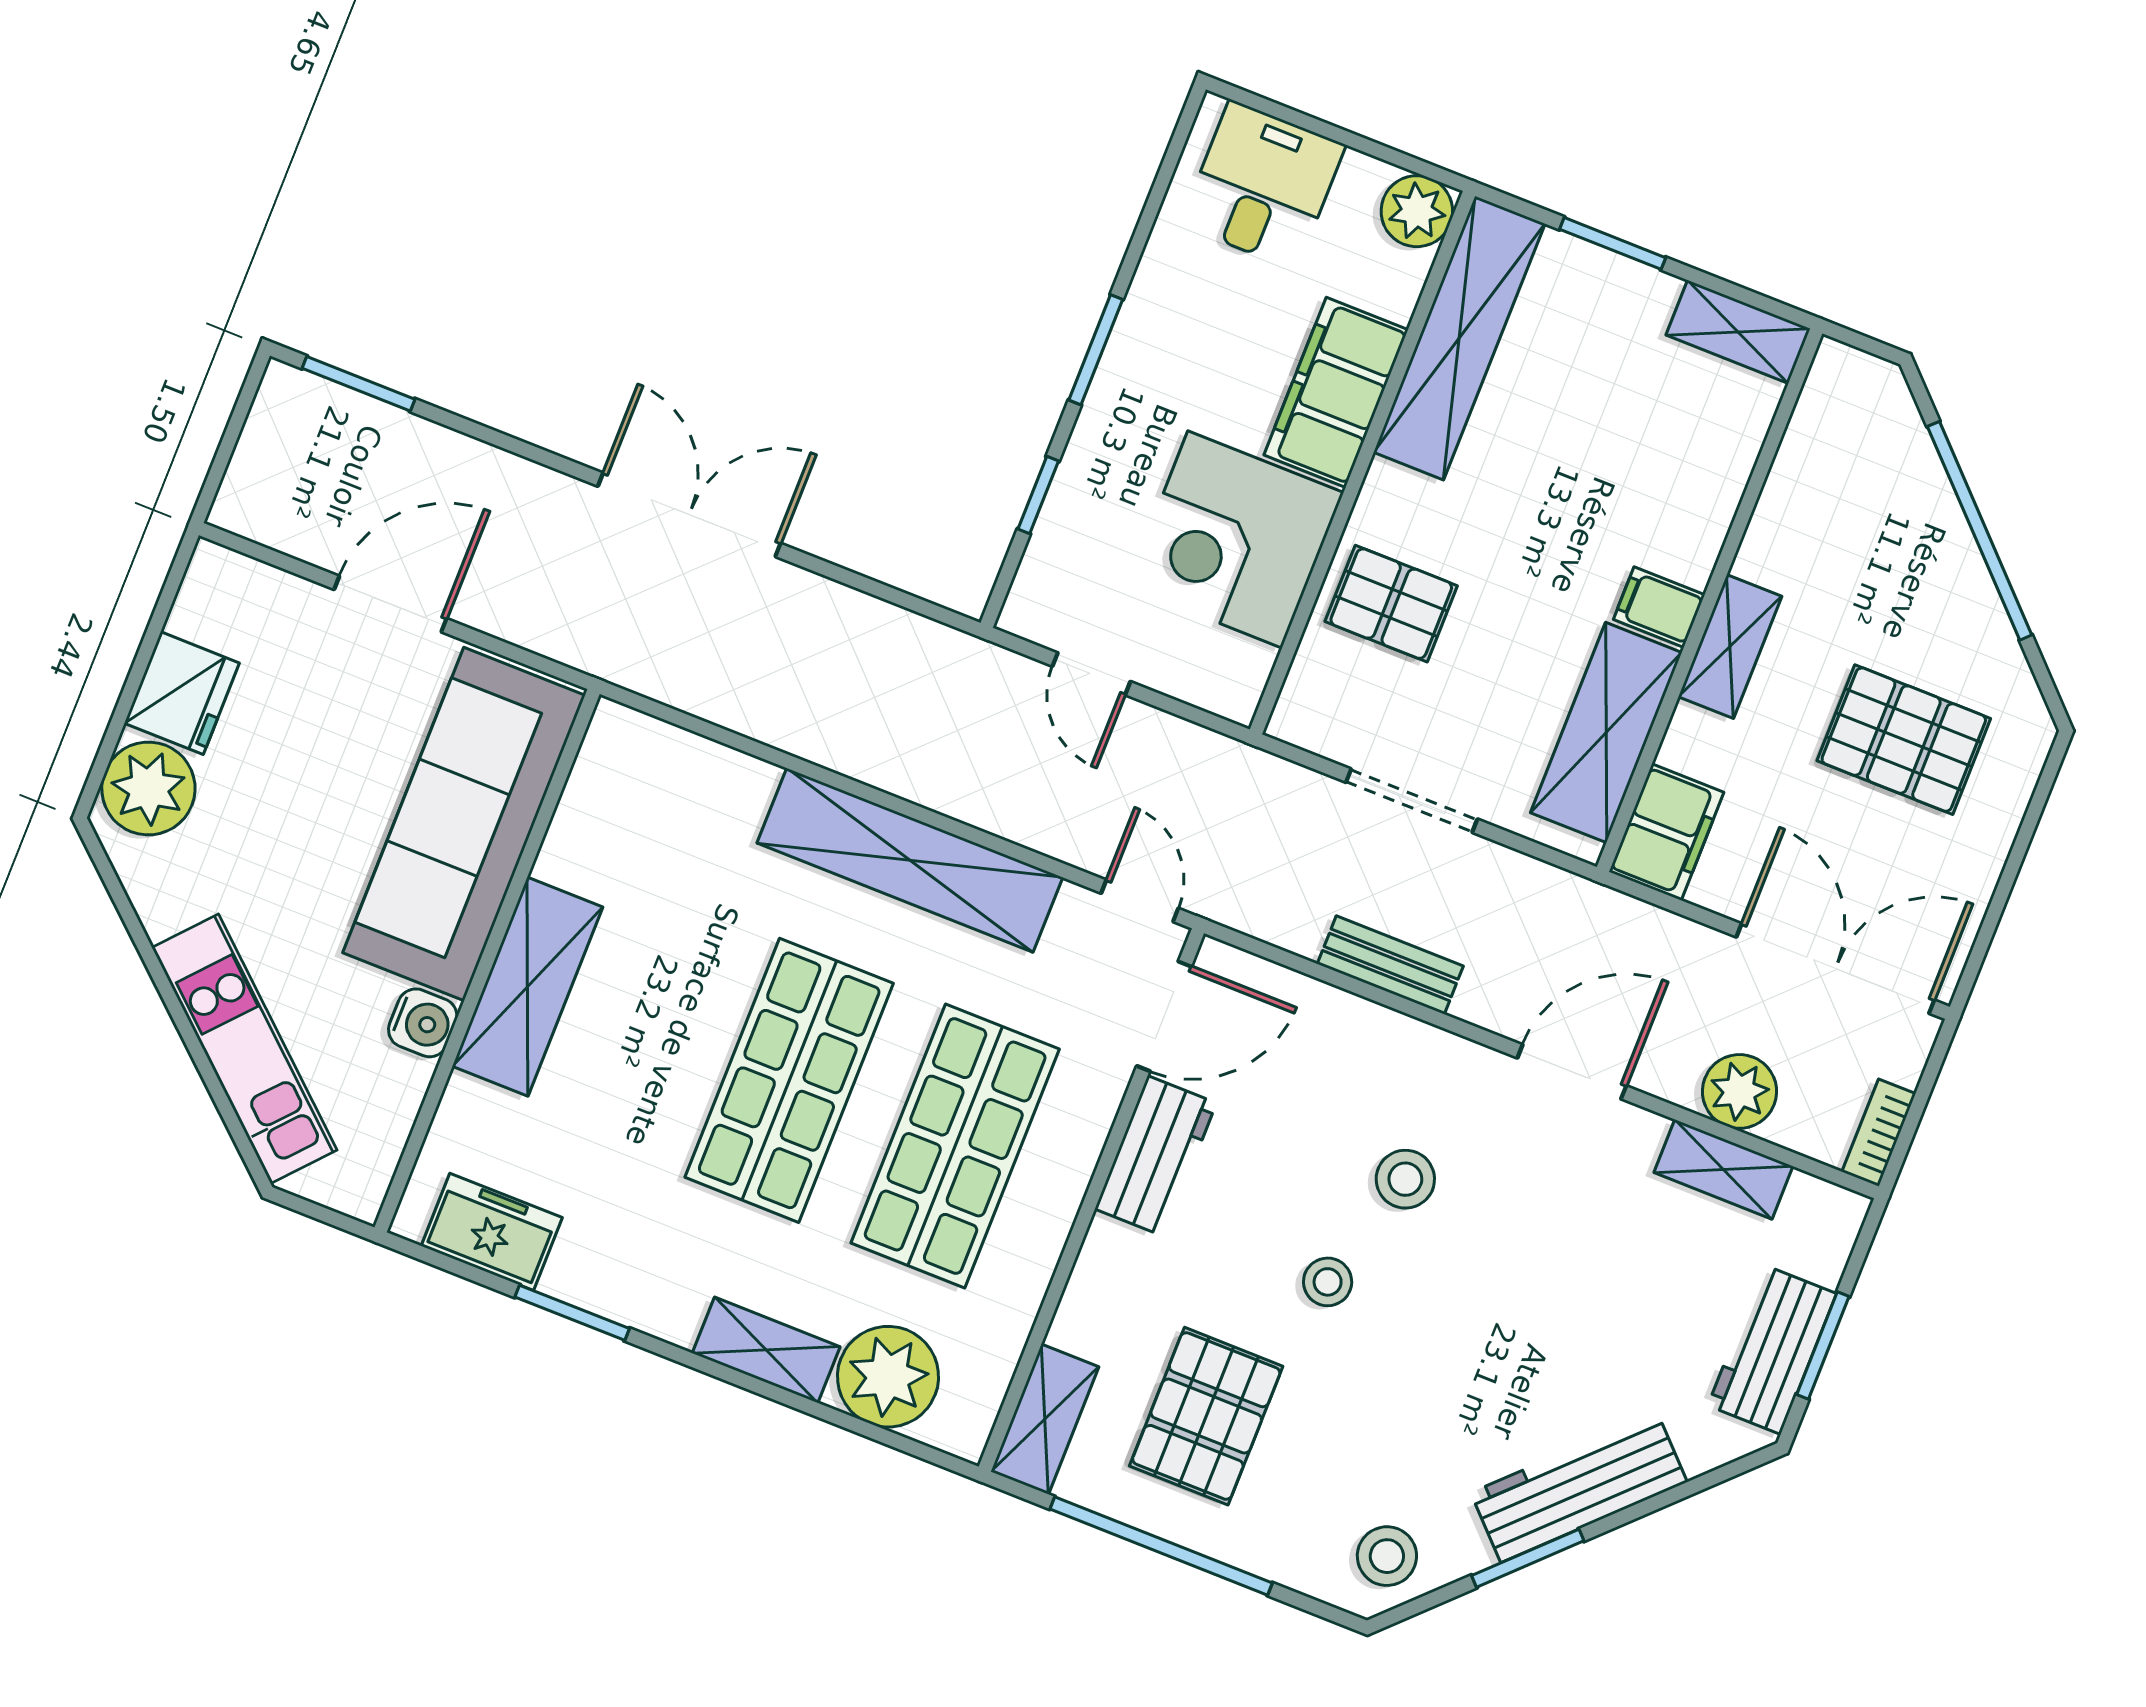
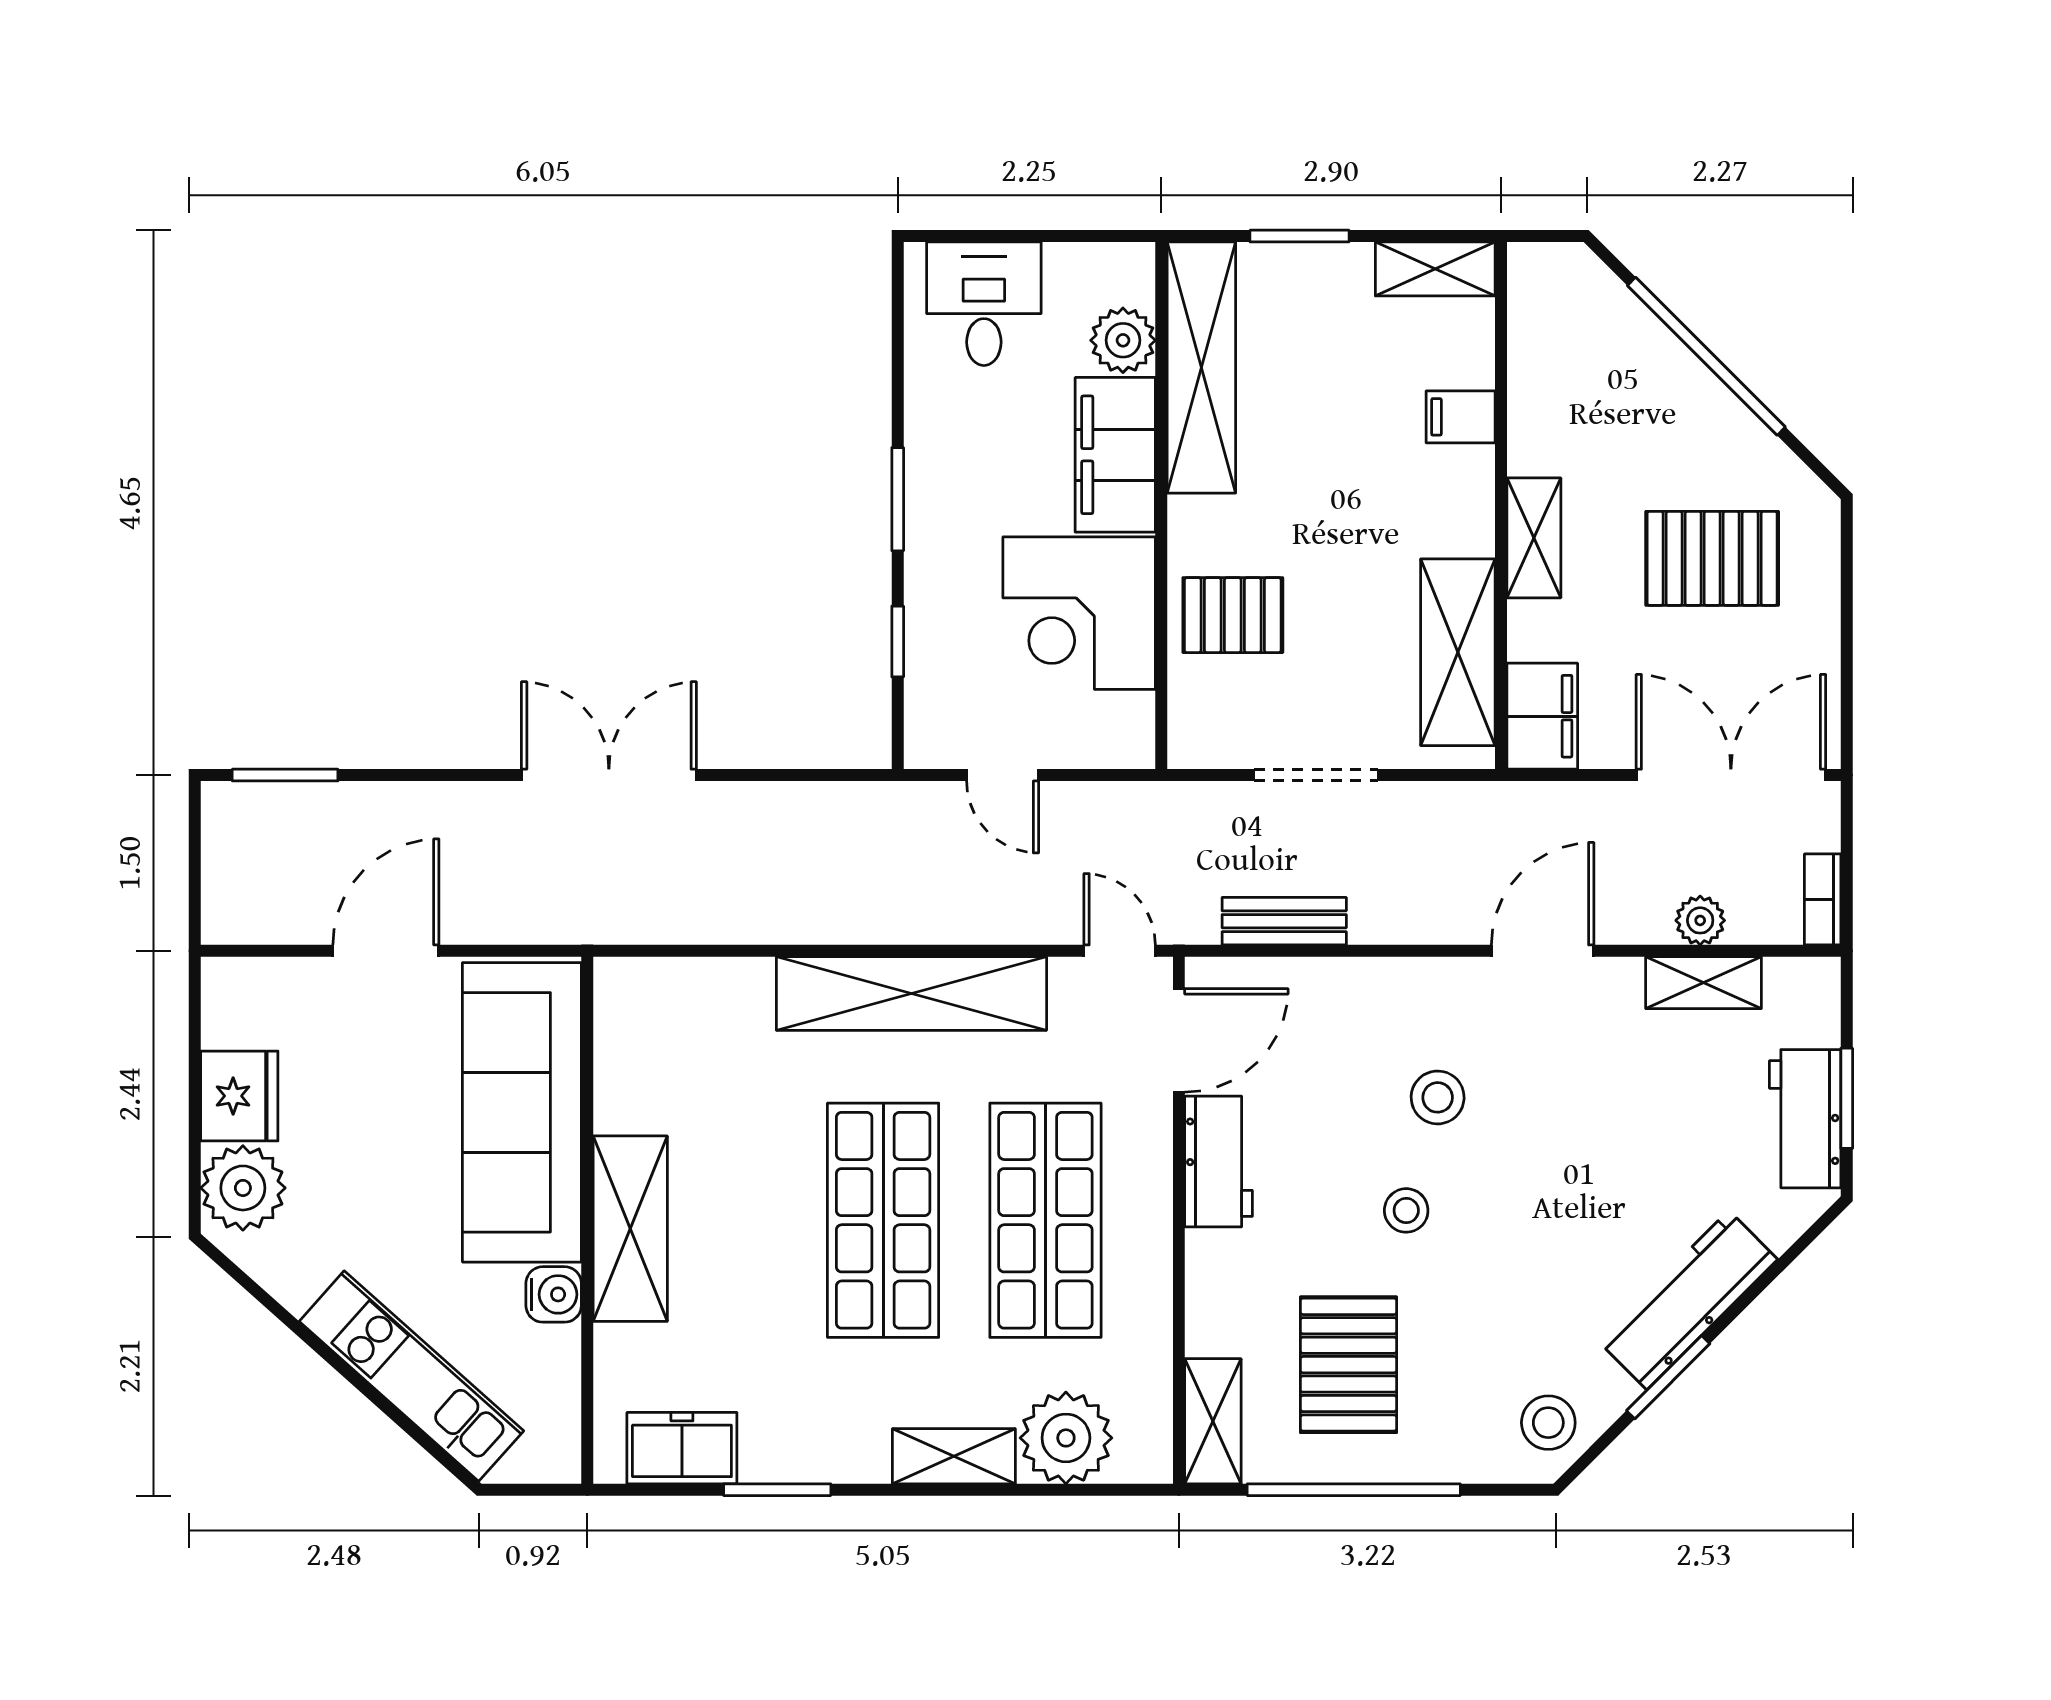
plant: (1417, 211) -> (1123, 340), moved
filing cabinet: (1659, 607) -> (1461, 417), moved
bench: (1390, 965) -> (1284, 921), moved
plant: (1739, 1091) -> (1700, 920), width x0.73, depth x0.73

